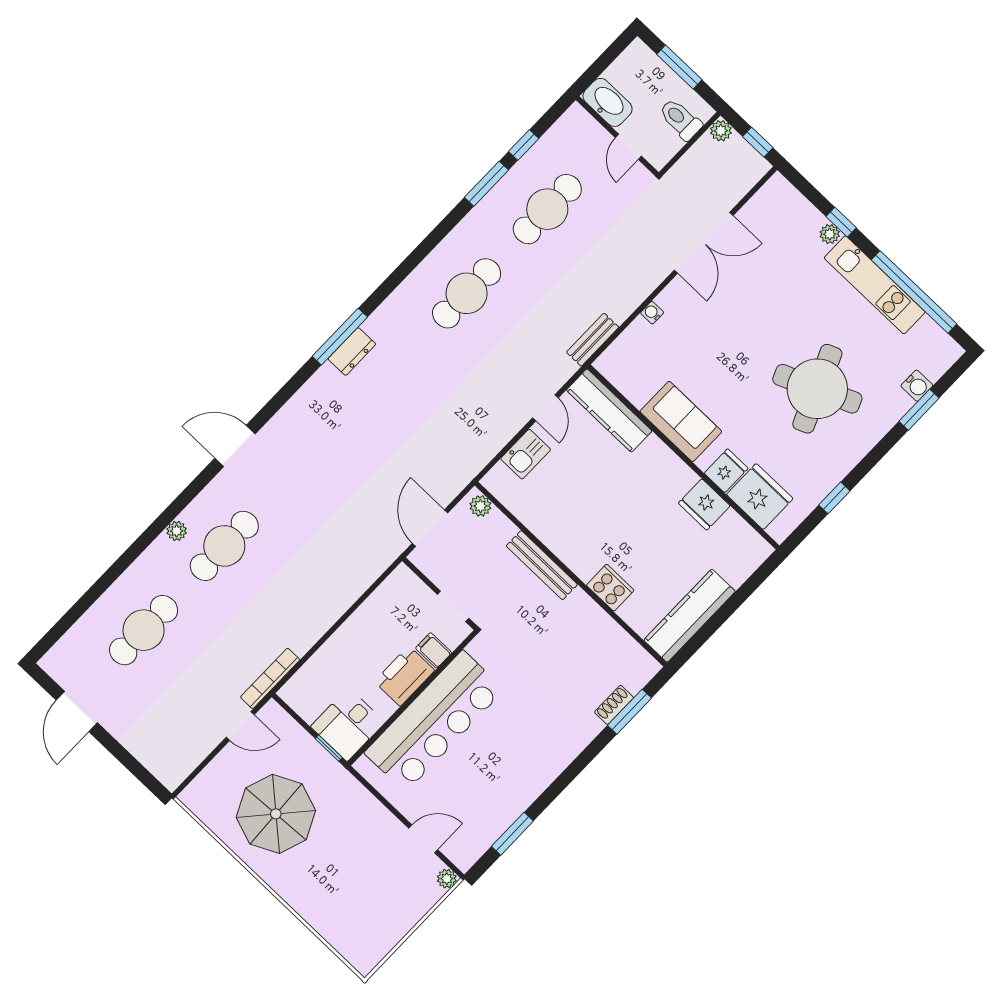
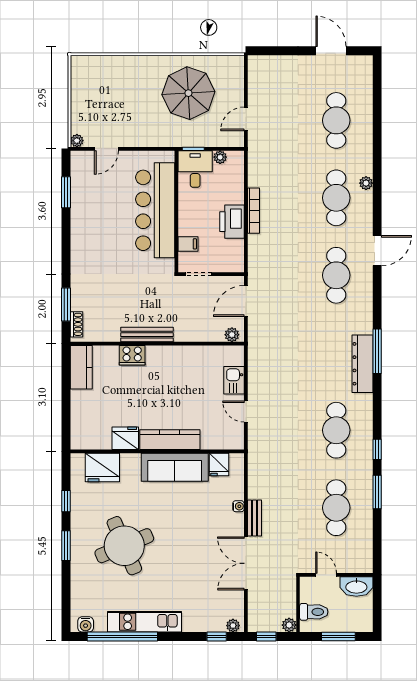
window: (524, 145) -> (377, 449), moved
window: (841, 222) -> (217, 636), moved
plant: (830, 234) -> (233, 626), moved
bench: (593, 340) -> (255, 518), moved
dresser: (352, 351) -> (362, 364), width x1.96, depth x1.24
water cooler: (917, 386) -> (86, 624), moved, turned -90
kitchen counter: (609, 410) -> (170, 440), moved
window: (919, 410) -> (66, 546), moved
sofa: (681, 421) -> (175, 467), width x1.36
cafe table: (305, 462) -> (336, 275), added
fridge: (726, 471) -> (219, 464), moved
door: (430, 528) -> (246, 301), swing flipped
bench: (542, 565) -> (147, 335), moved
kitchen counter: (690, 616) -> (81, 367), width x0.67
printer: (404, 676) -> (232, 222), moved, turned 180
bookcase: (270, 678) -> (253, 211), moved
shoe rack: (614, 705) -> (76, 324), moved
plant: (308, 711) -> (220, 157), added

